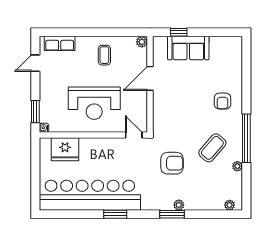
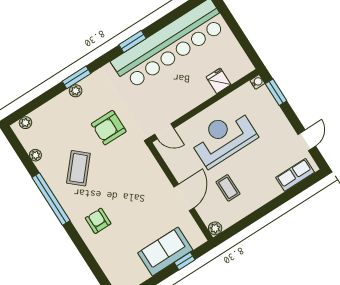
coffee table: (104, 55) -> (228, 188), moved
fridge: (65, 149) -> (219, 81), width x0.53, depth x0.75
plant: (237, 166) -> (35, 155), moved

